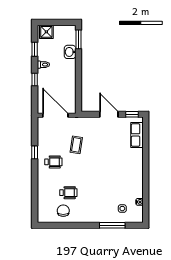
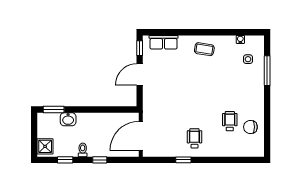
coffee table: (76, 145) -> (204, 49), moved

